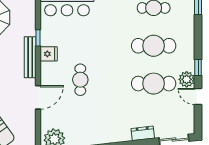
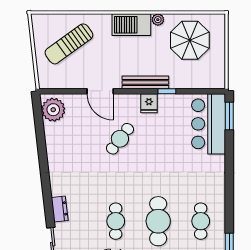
cafe table: (80, 80) -> (120, 139), turned -52
cafe table: (154, 84) -> (116, 221), width x0.73, depth x0.74

